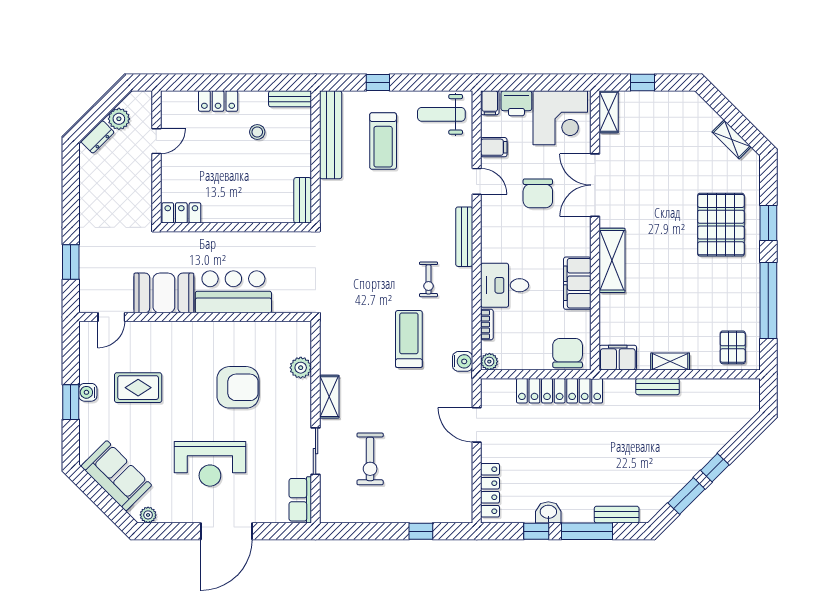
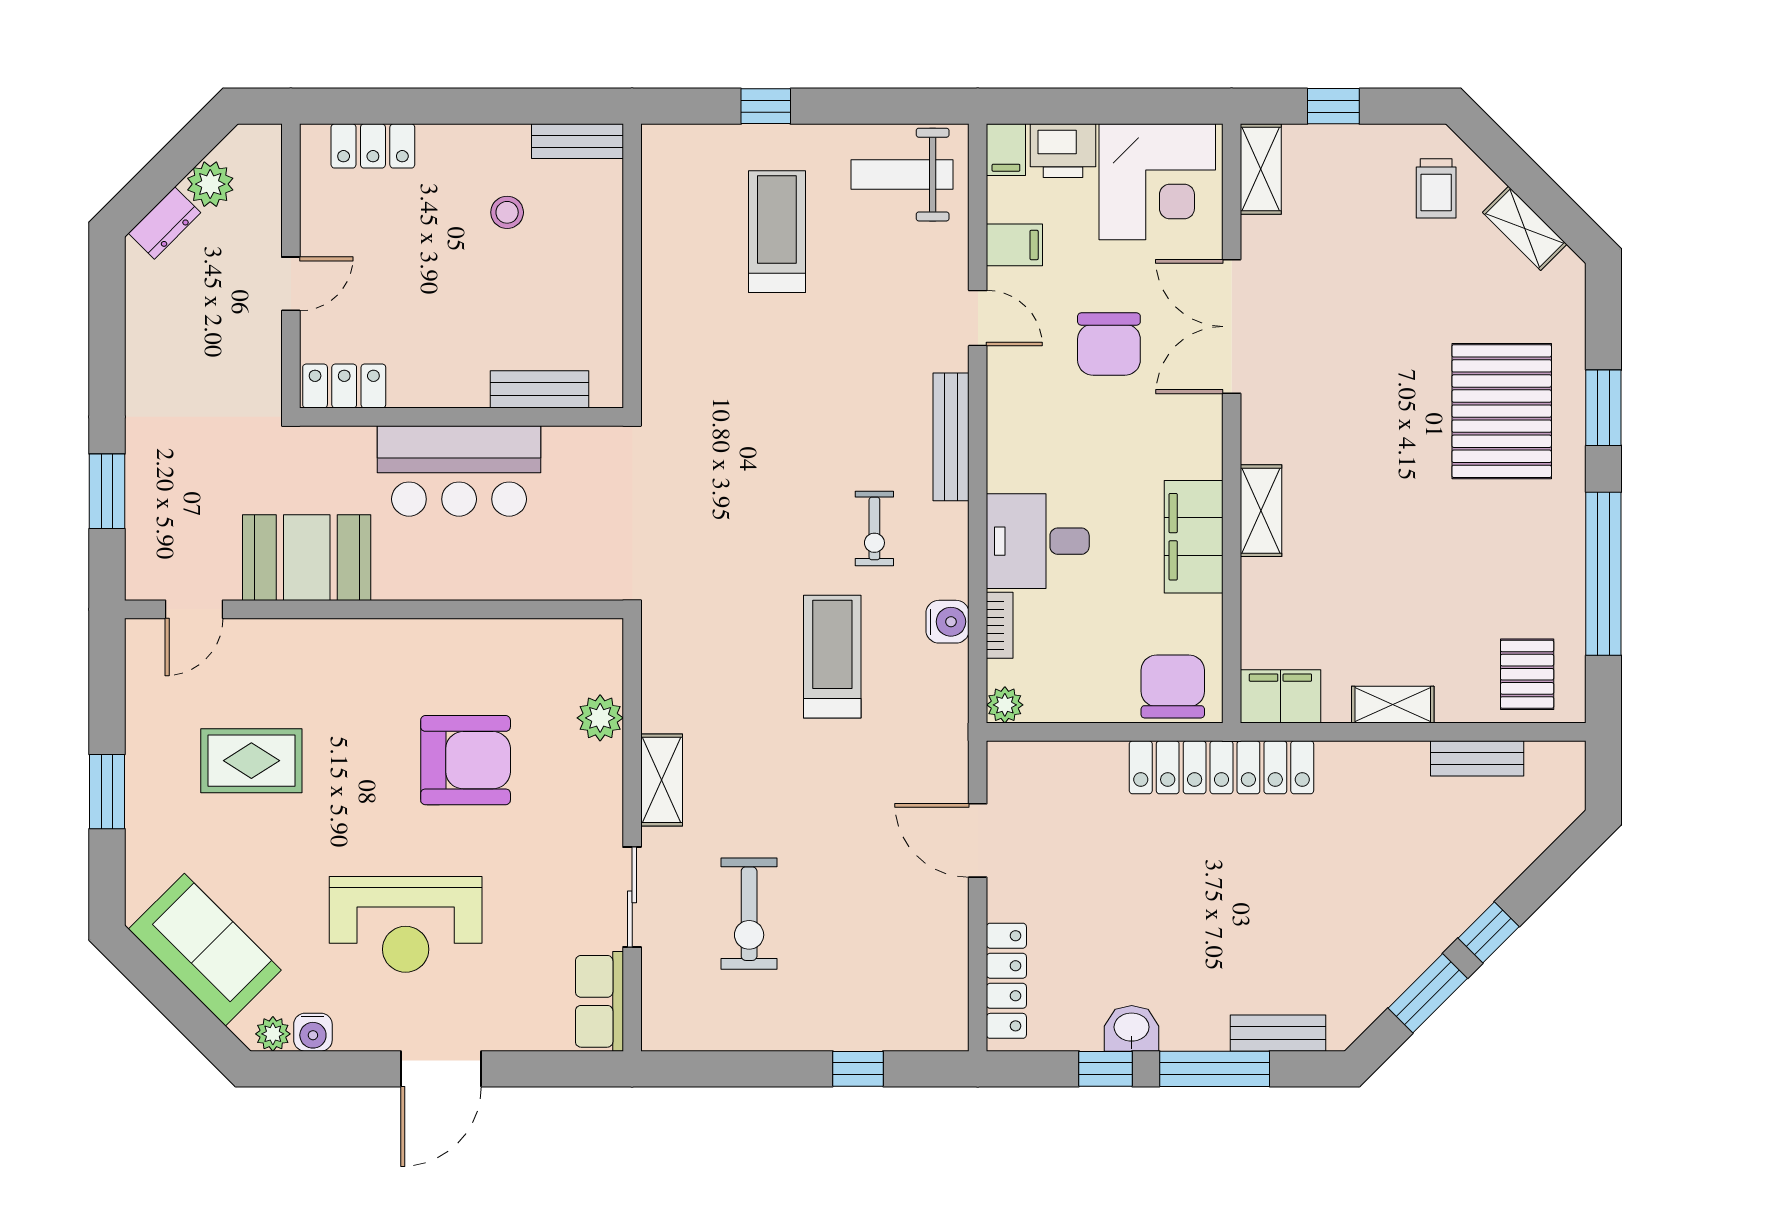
locker: (218, 101) -> (373, 146), moved
trolley: (690, 121) -> (1436, 188), added
bench: (331, 135) -> (664, 218), removed
door: (156, 141) -> (291, 284), moved
treadmill: (383, 141) -> (777, 232), turned 180
bench: (303, 200) -> (540, 389), moved, turned 90
shelving: (612, 260) -> (1261, 511), width x0.67, depth x0.75
bar counter: (233, 292) -> (459, 471), moved, turned 180
water cooler: (463, 361) -> (948, 622), moved
bench: (658, 387) -> (1477, 758), moved
locker: (560, 391) -> (1221, 767), moved
water cooler: (88, 392) -> (313, 1032), moved, turned -90
door: (226, 531) -> (441, 1069), width x0.73

